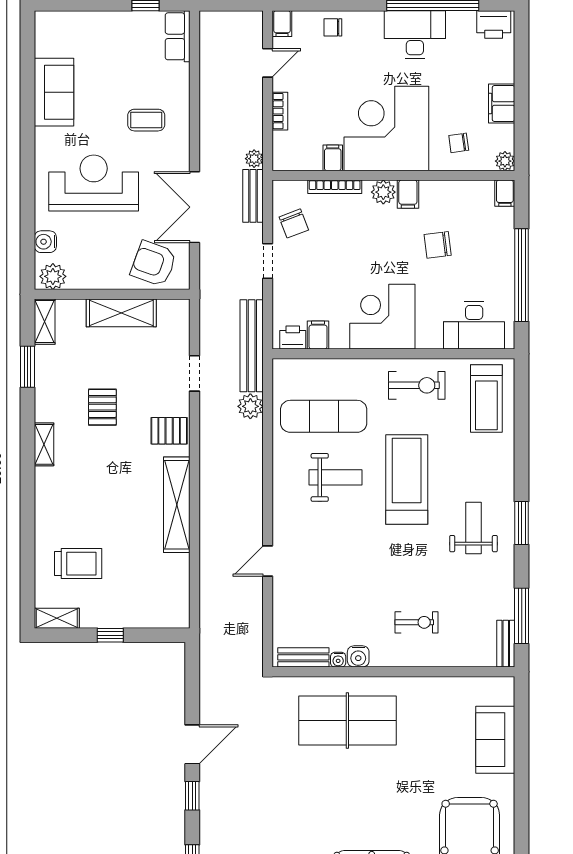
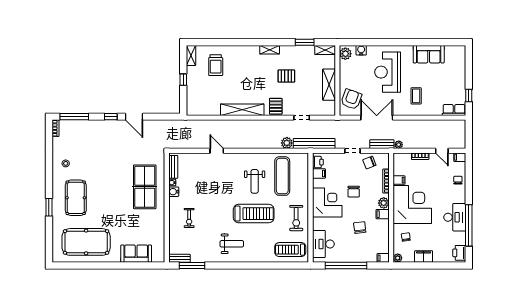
reception desk: (94, 183) -> (388, 72), turned 180
chair: (358, 258) -> (354, 192), added
window: (522, 523) -> (234, 265), removed

